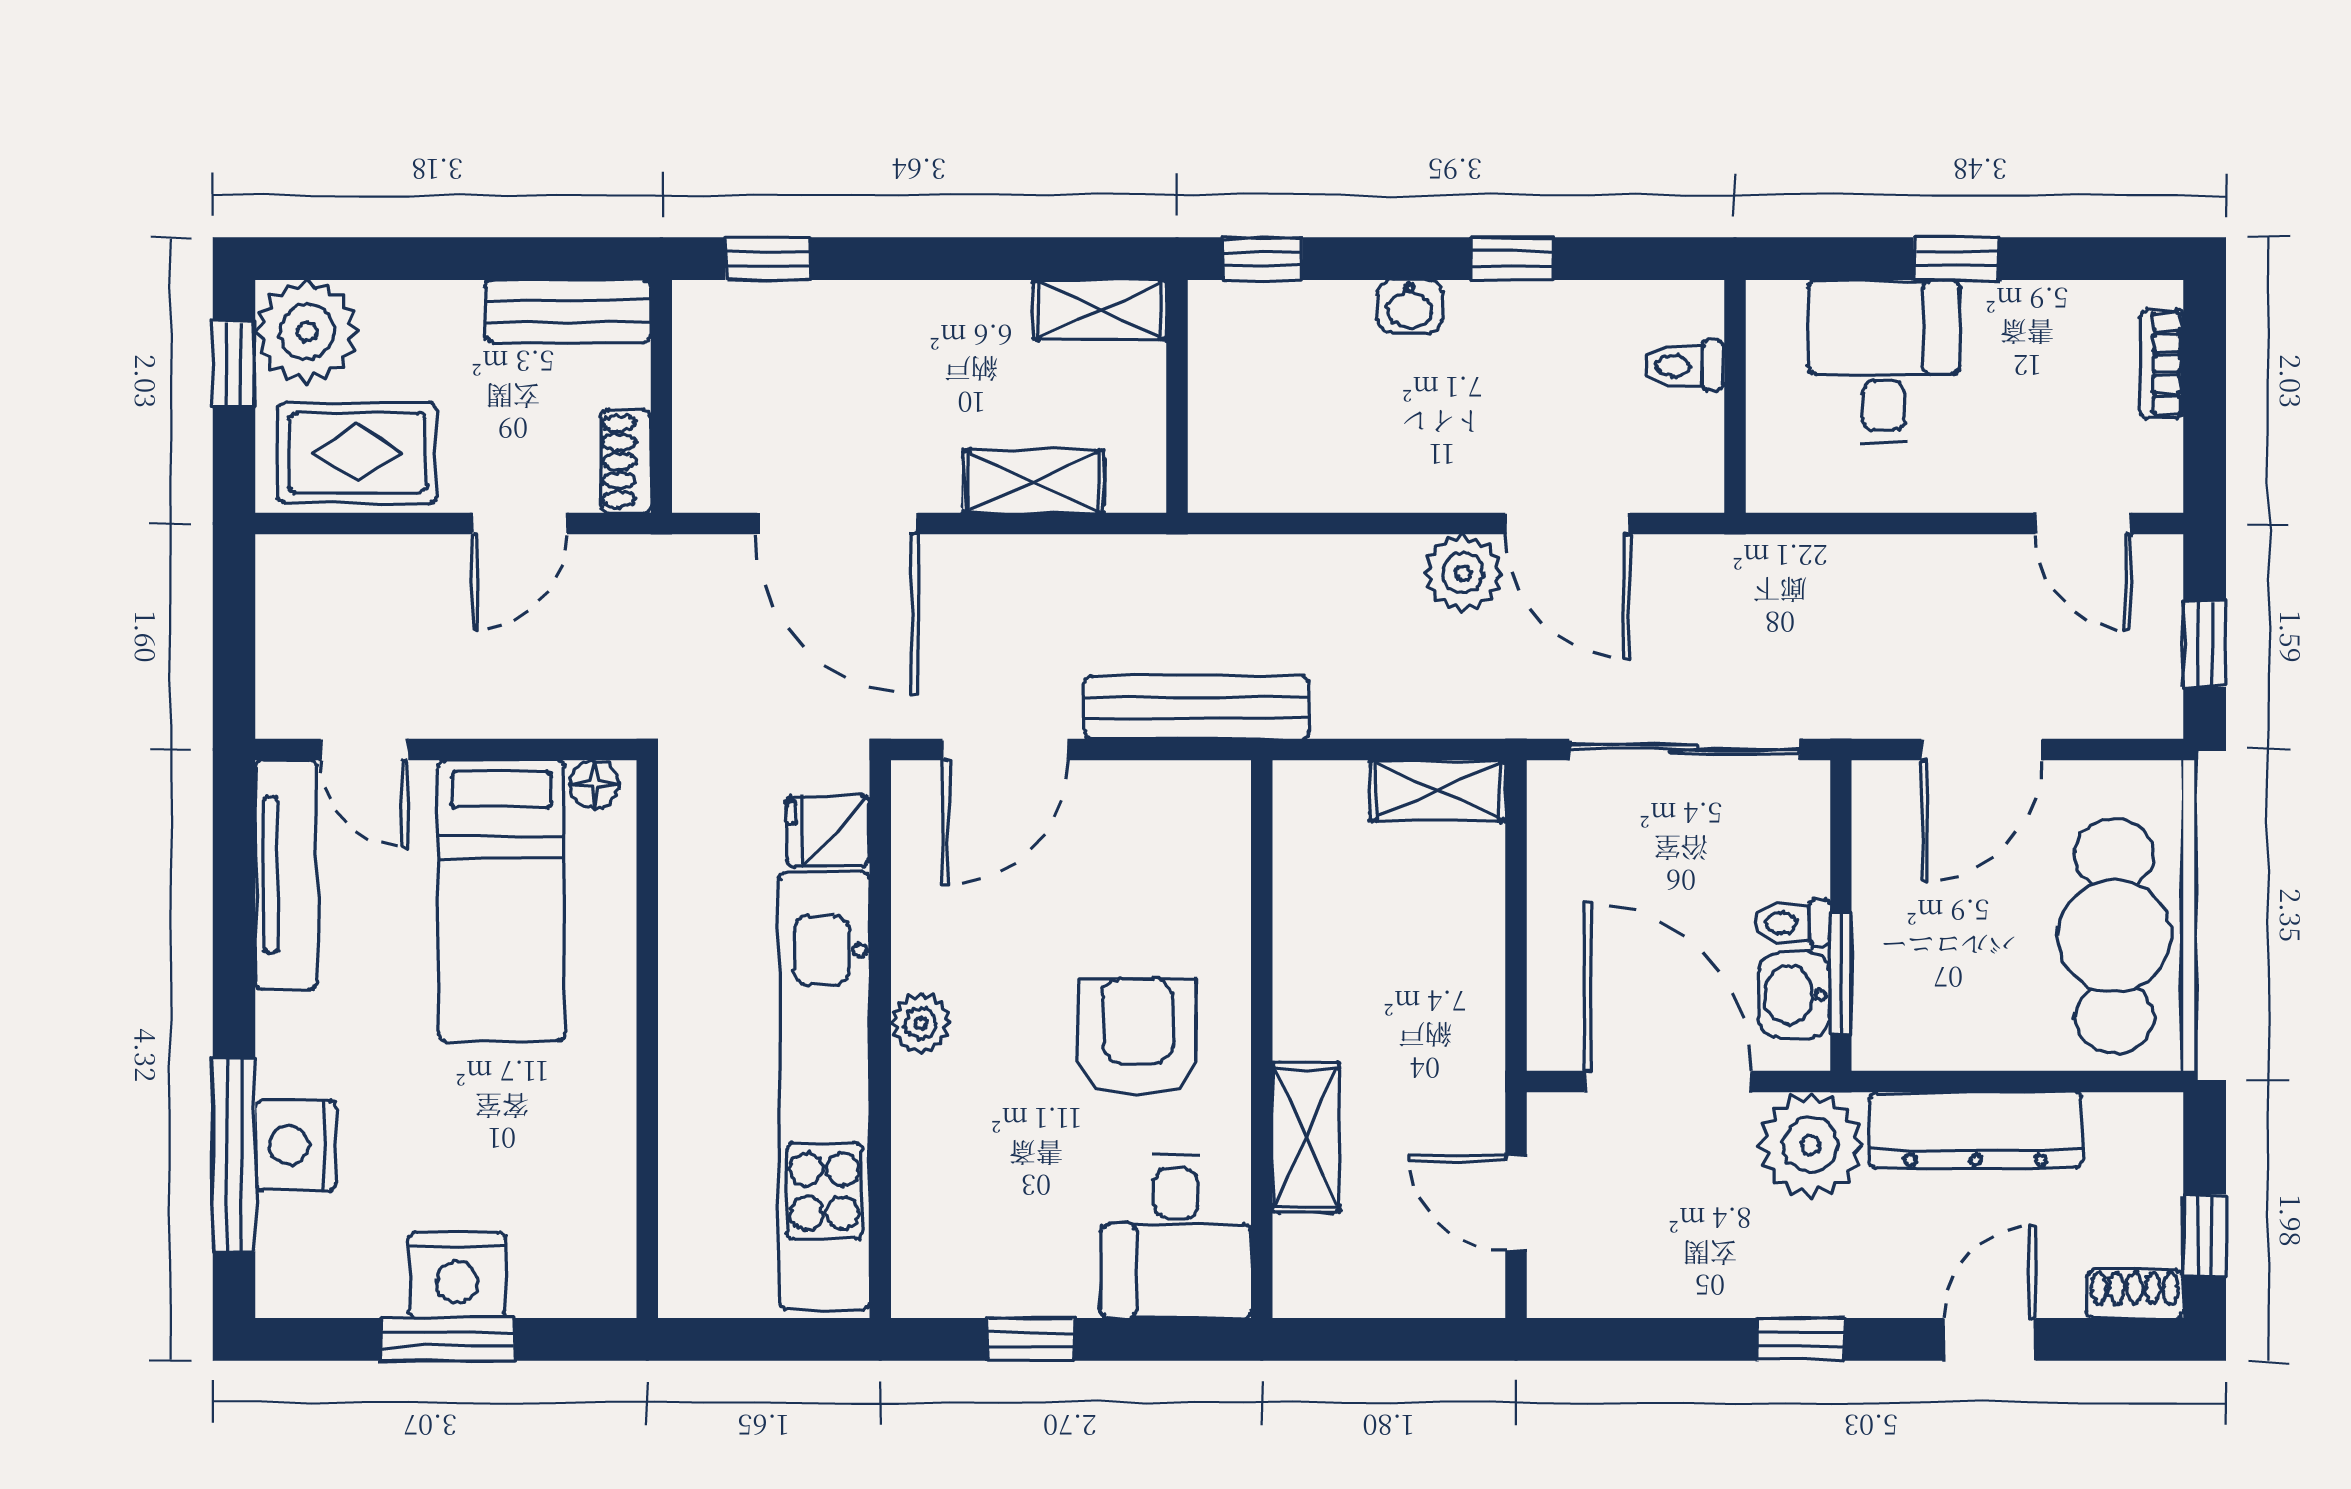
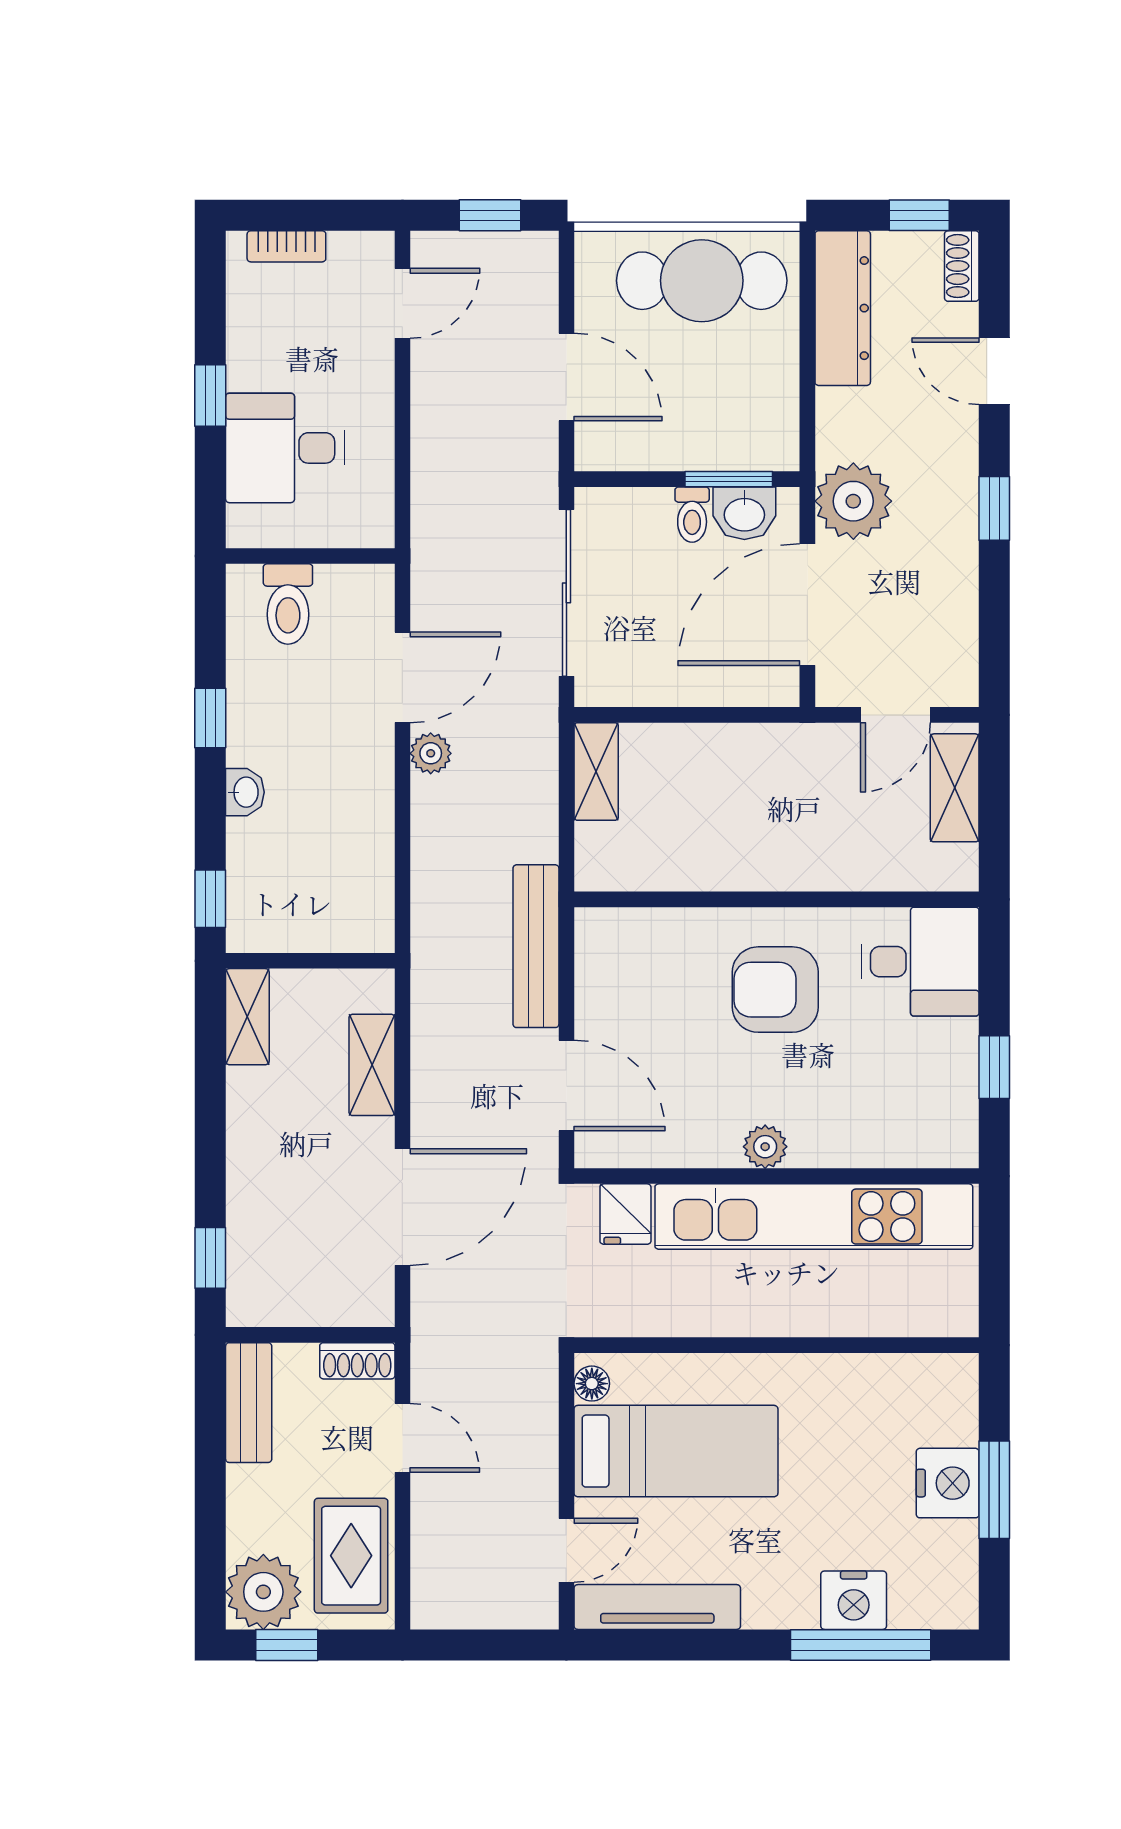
toilet: (1684, 366) -> (288, 604), width x1.37, depth x1.39
plant: (1463, 573) -> (431, 753), width x0.73, depth x0.73
dresser: (1976, 1130) -> (843, 308), moved
shelving: (1306, 1137) -> (955, 788), moved, turned 90

